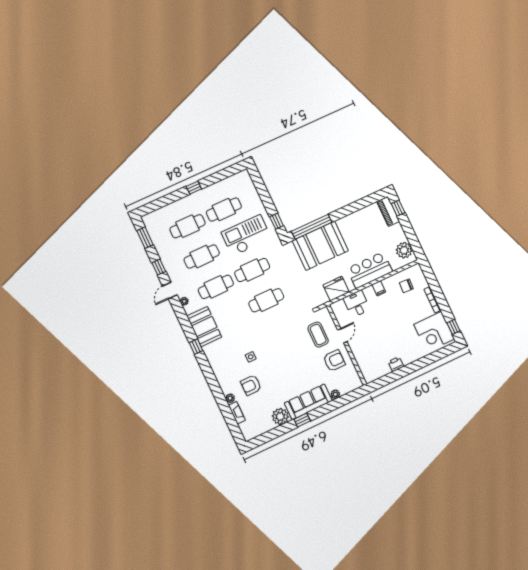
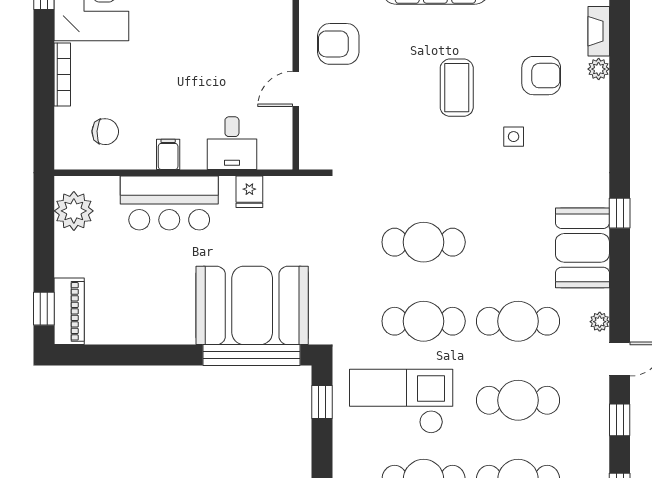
checkout: (246, 235) -> (401, 401), turned 180
fridge: (336, 289) -> (249, 192), width x0.53, depth x0.75
coffee table: (318, 335) -> (457, 88), moved

